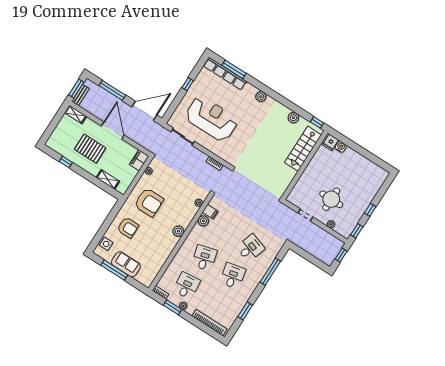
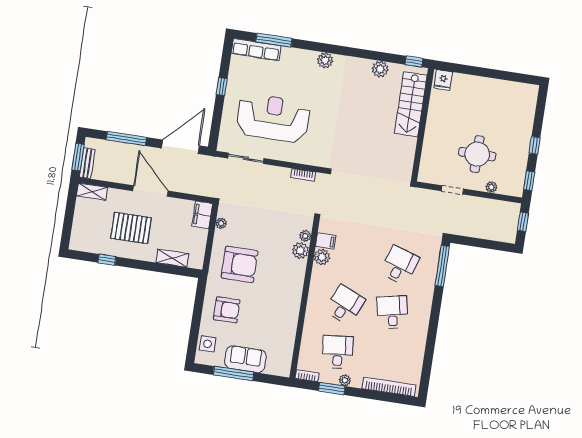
row of seats: (225, 74) -> (256, 50), width x0.73
water cooler: (341, 147) -> (459, 80), removed
plant: (178, 231) -> (300, 251), moved
desk: (204, 258) -> (345, 305), turned 39
window: (270, 272) -> (442, 266), moved
window: (245, 311) -> (429, 351), removed

